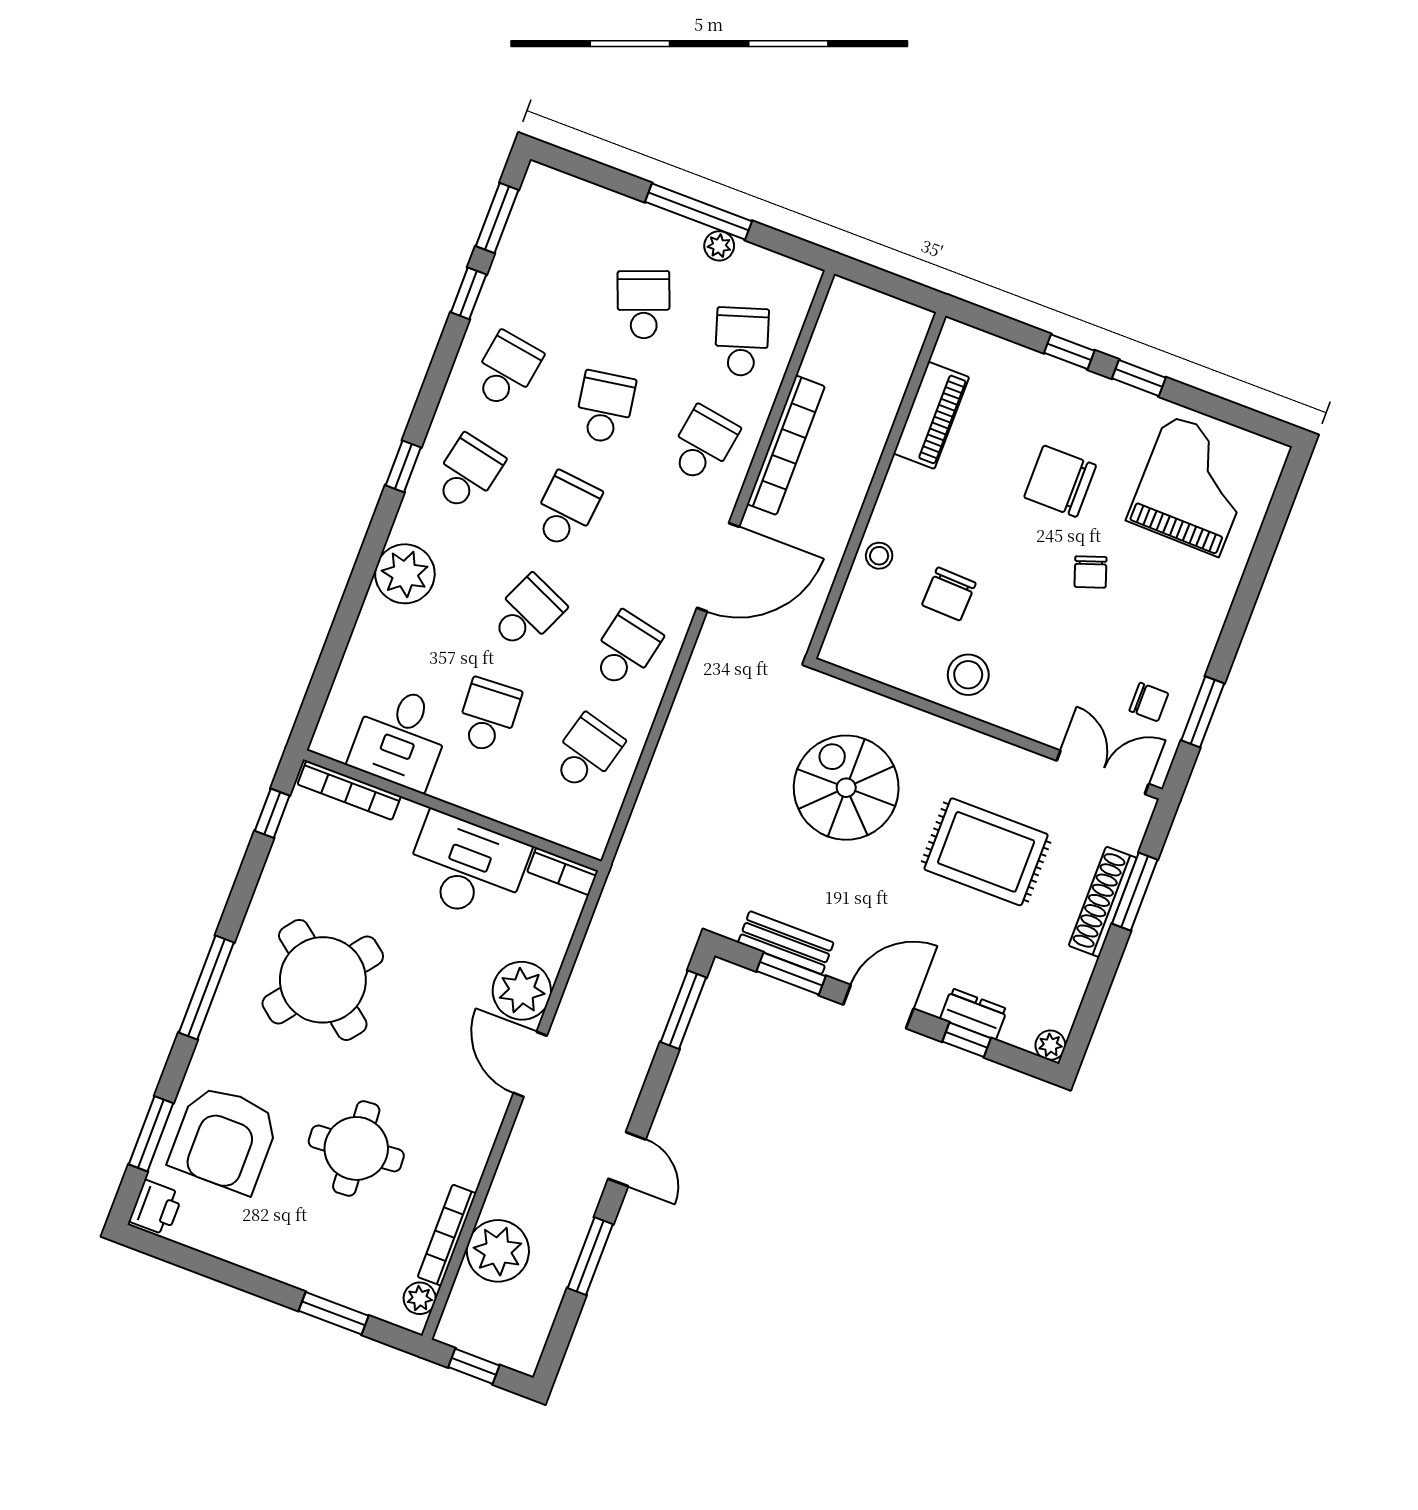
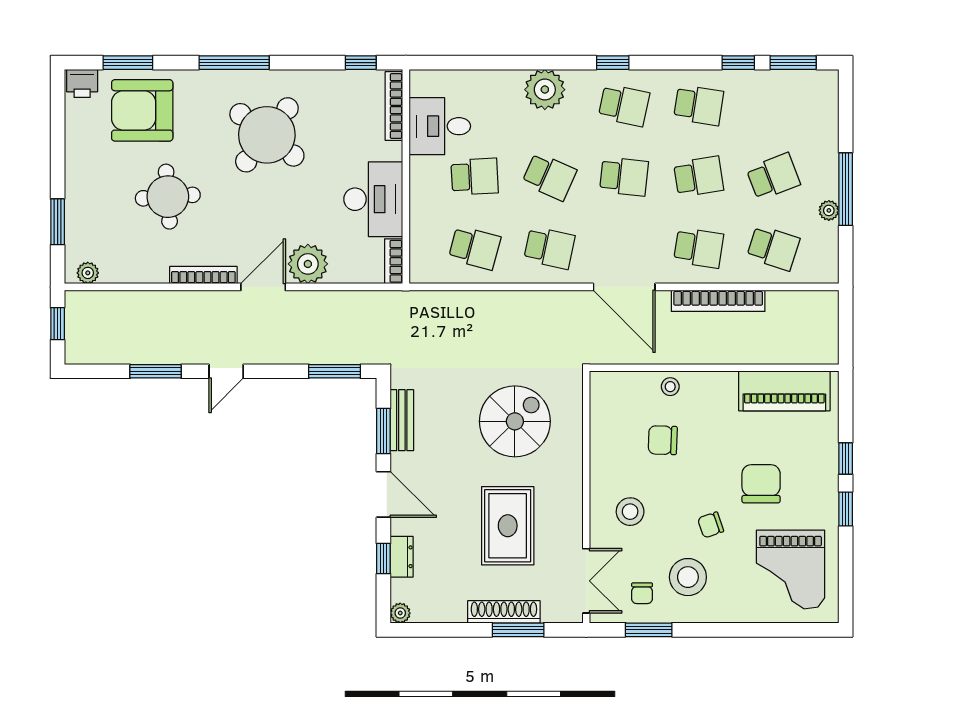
school desk: (742, 342) -> (773, 248), turned 36
piano: (931, 415) -> (784, 391), width x1.37, depth x1.33
grand piano: (1193, 485) -> (791, 569), turned 89
stool: (1150, 630) -> (688, 577), added
stool: (968, 675) -> (630, 512), moved
bookcase: (447, 1235) -> (203, 275), moved
plant: (498, 1251) -> (137, 311), removed

